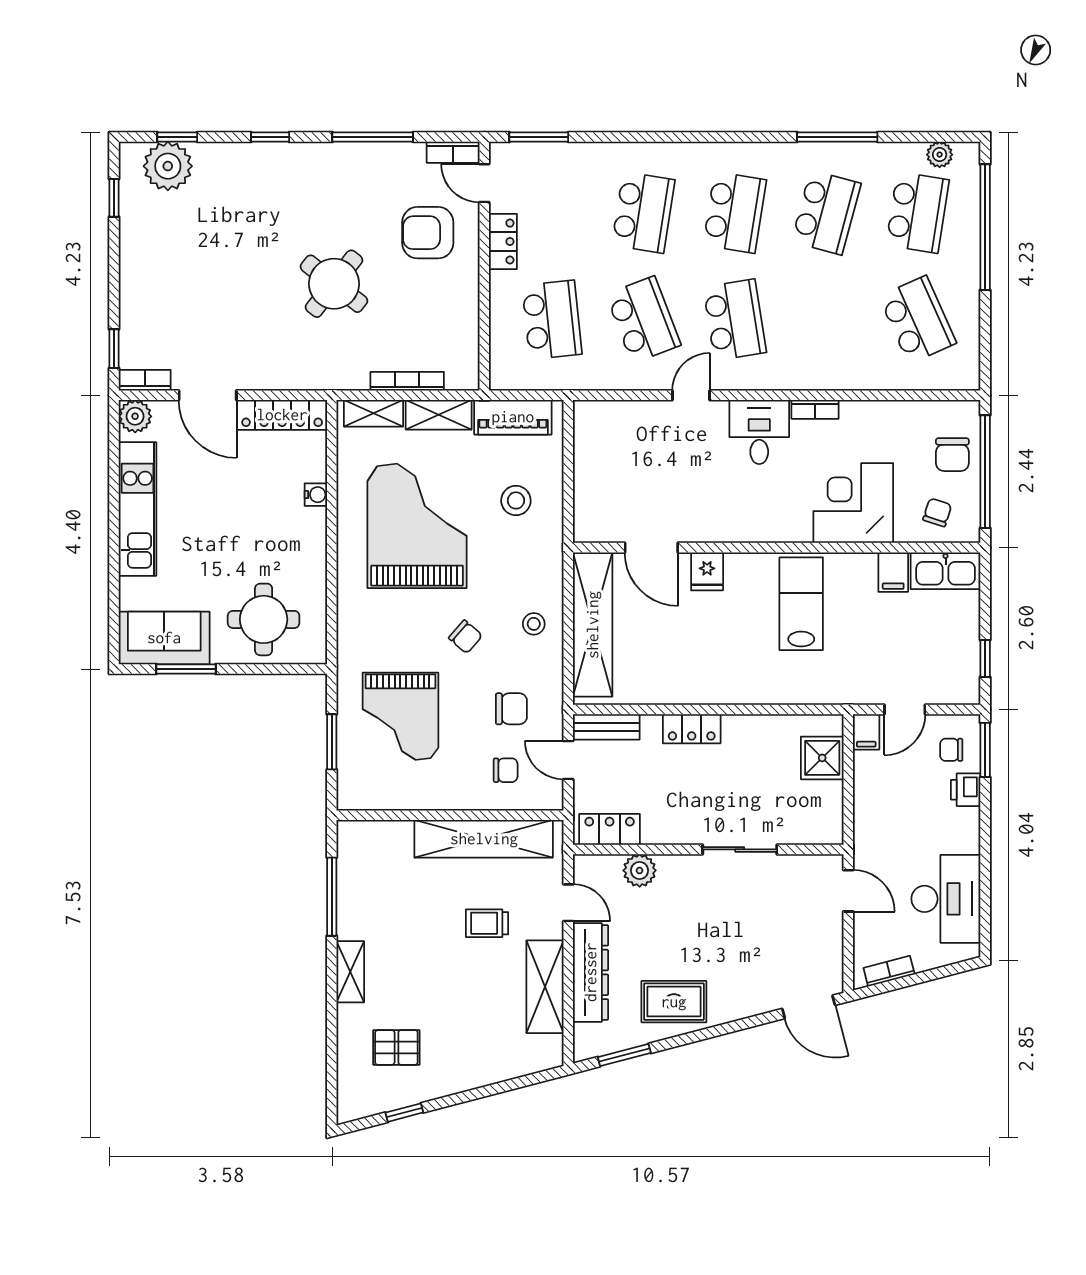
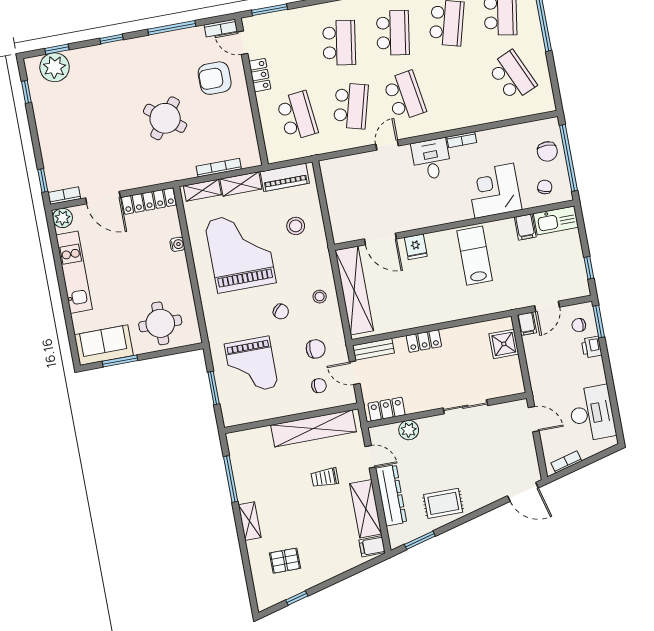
school desk: (643, 320) -> (351, 106), turned 36
filing cabinet: (544, 1050) -> (372, 546), added

